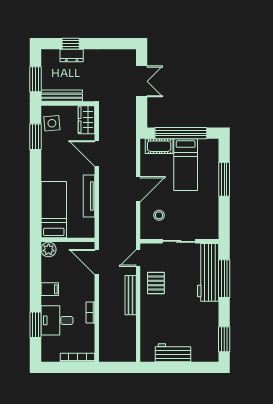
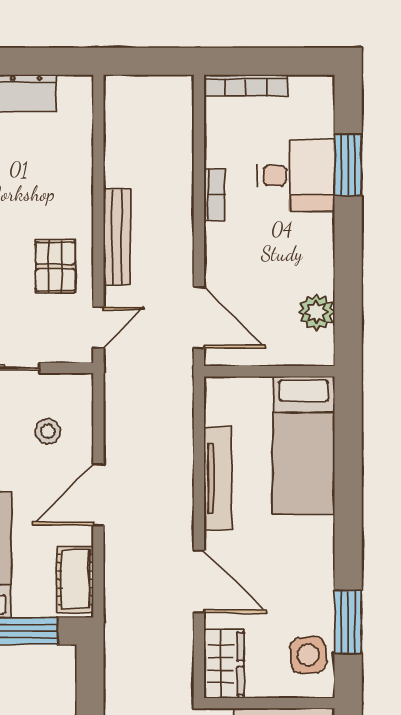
cot: (159, 146) -> (75, 579), moved, turned 90
plant: (49, 249) -> (316, 312), moved
filing cabinet: (50, 289) -> (314, 251), removed

